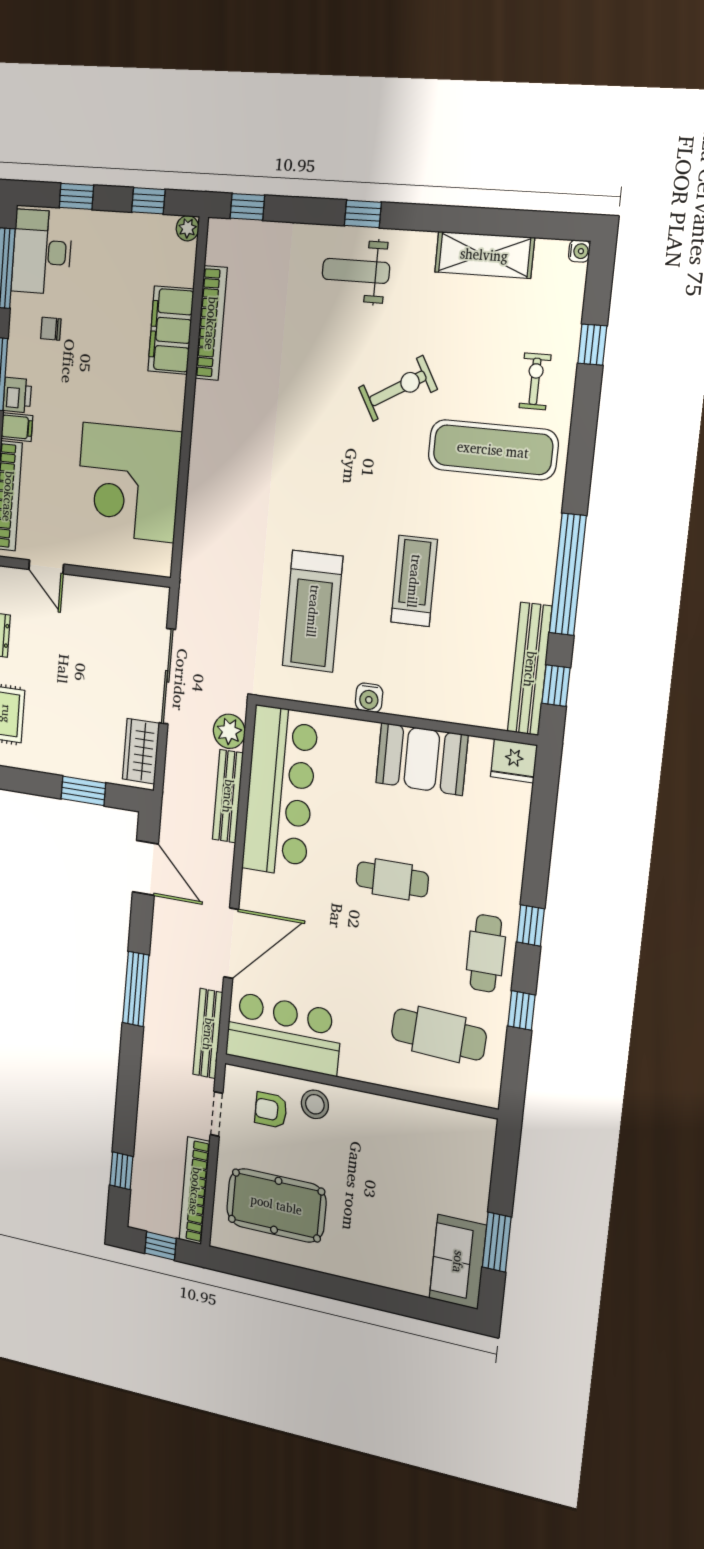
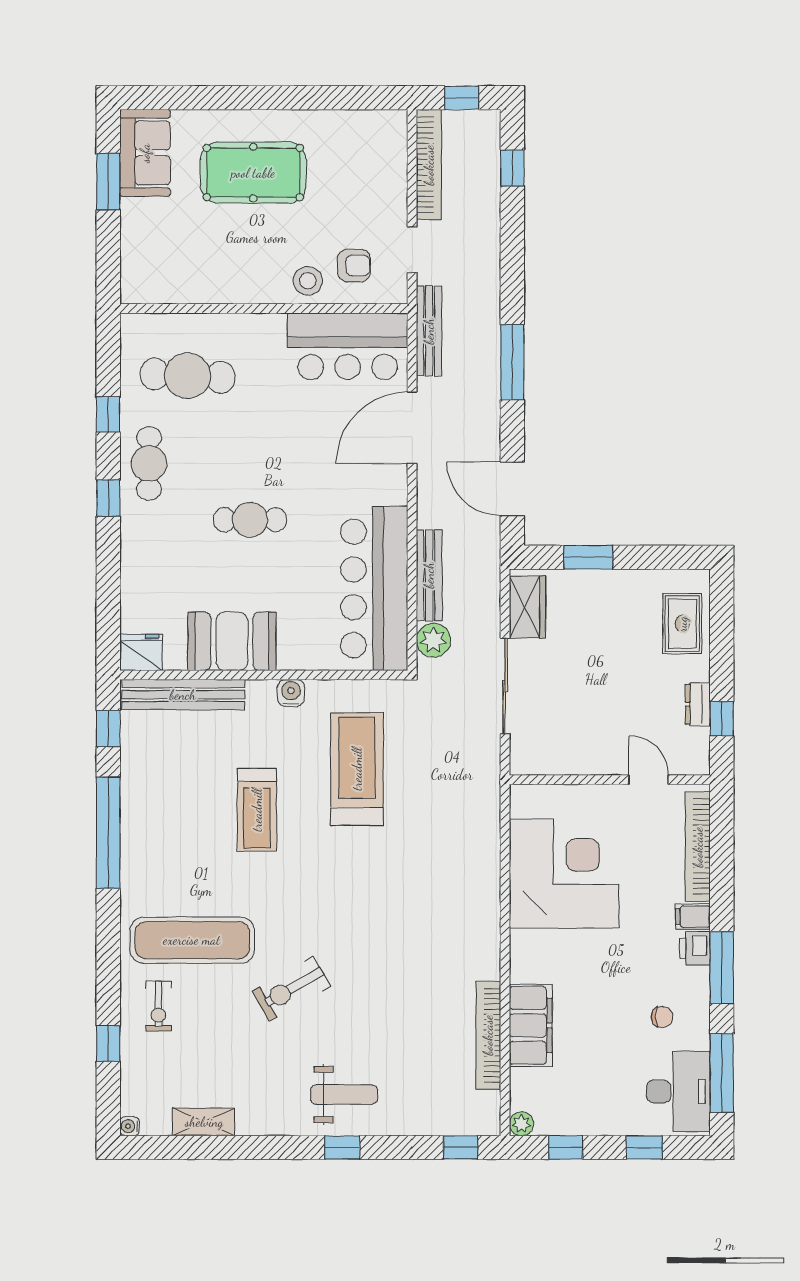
shelving: (484, 255) -> (204, 1122), width x0.67, depth x0.75
bench: (530, 669) -> (183, 695), moved, turned 90
pool table: (276, 1205) -> (253, 173), moved

